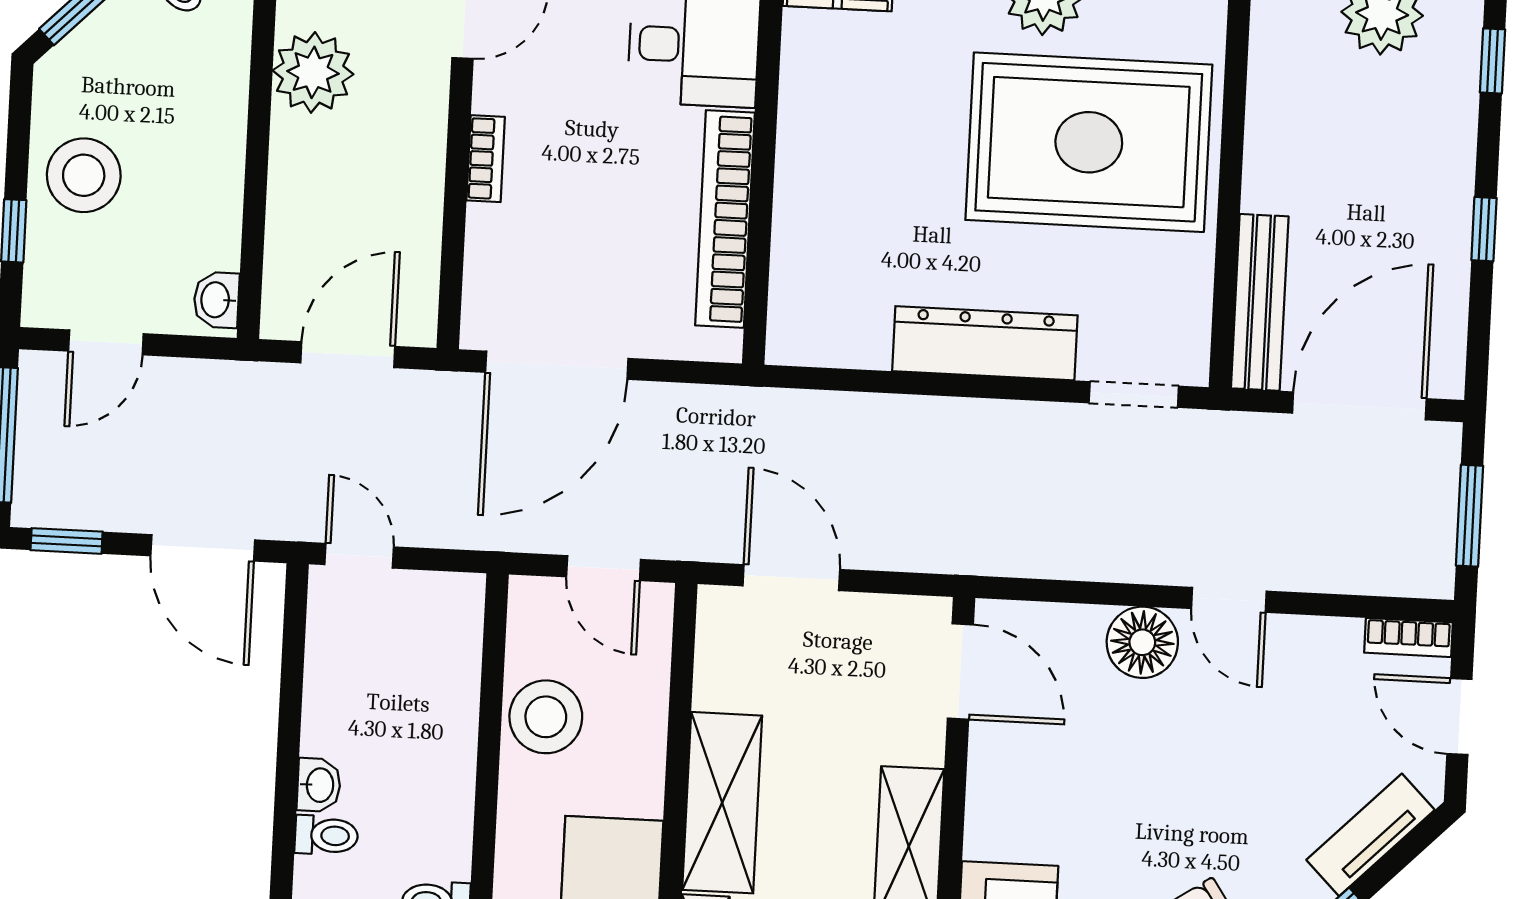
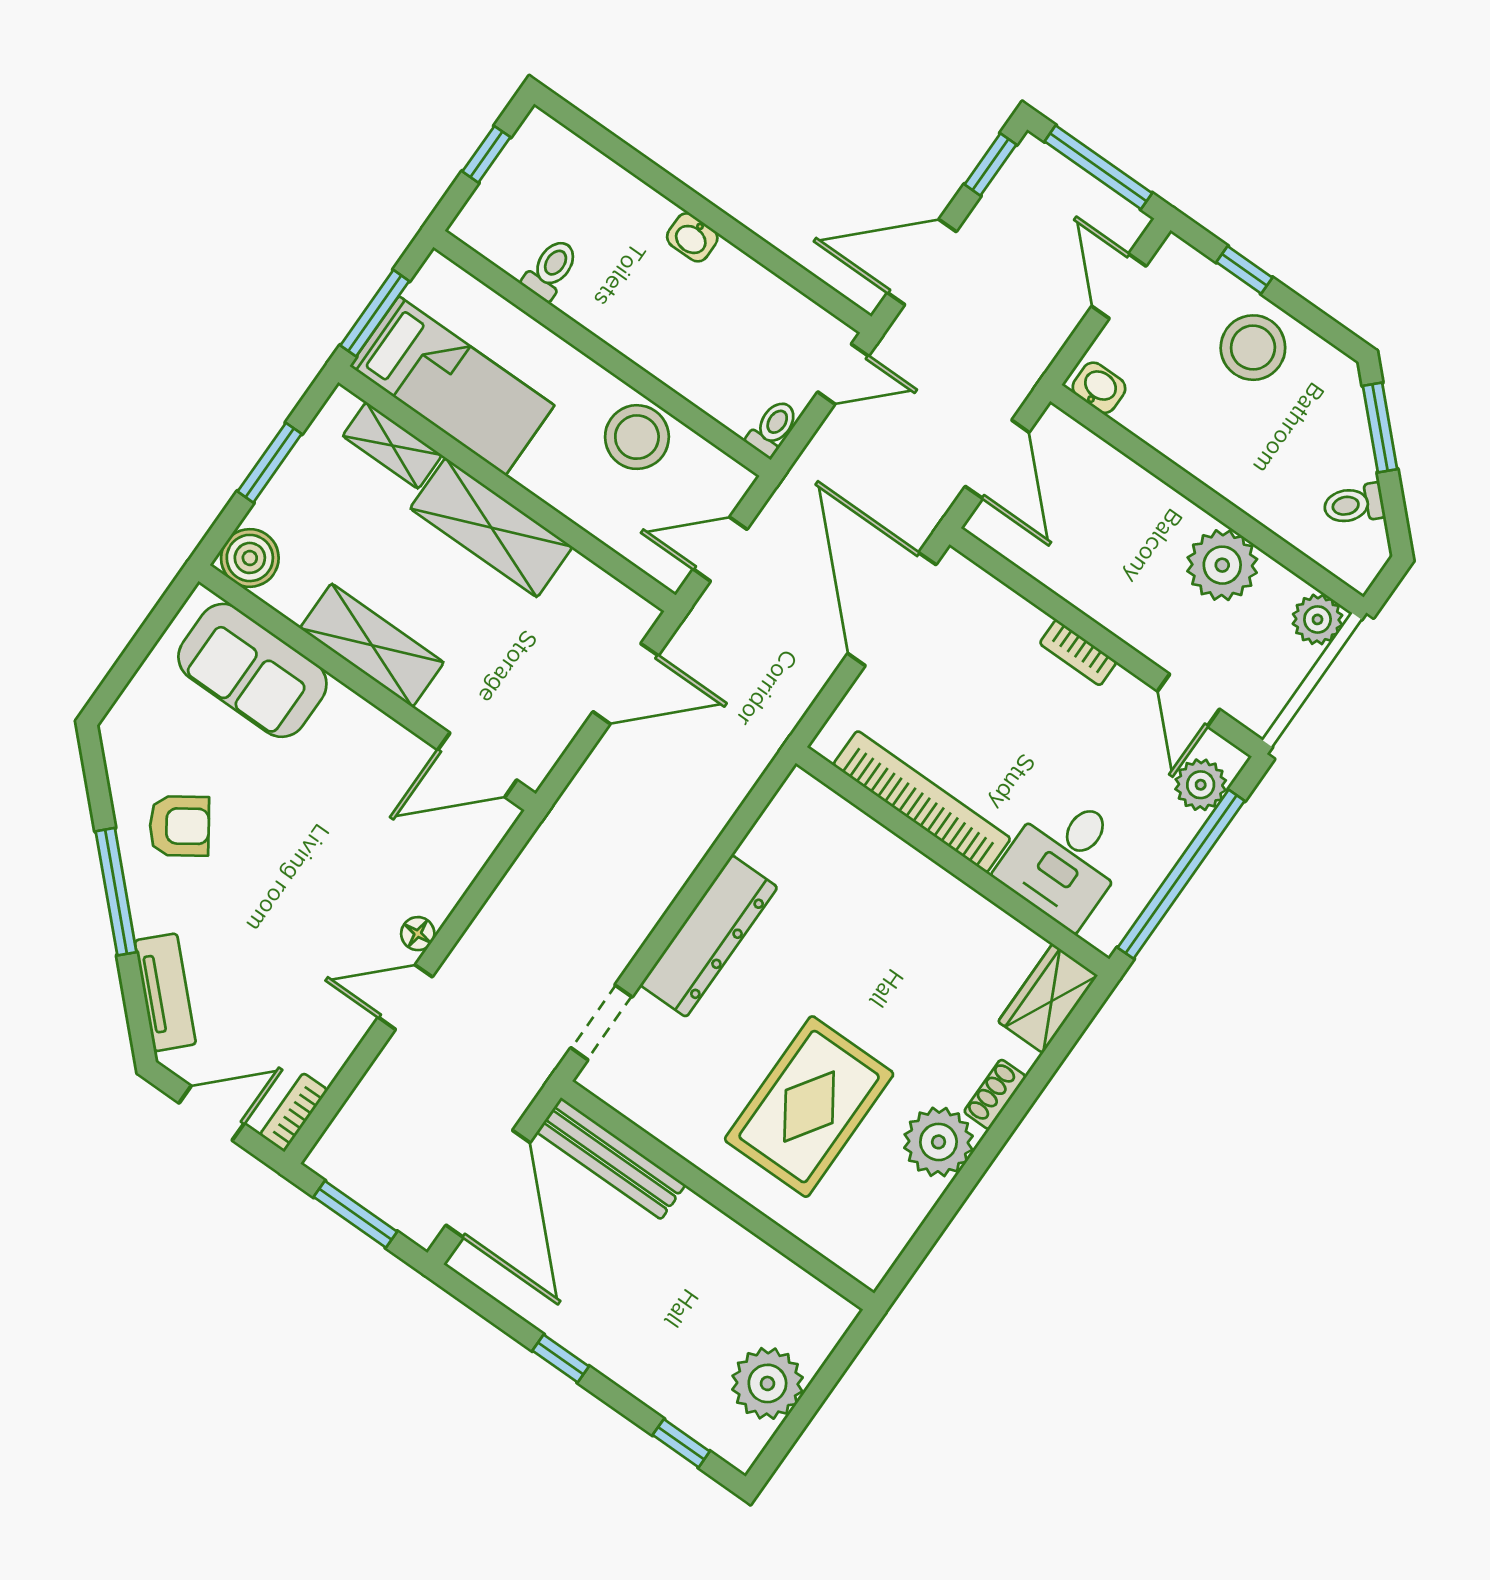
rug: (1089, 142) -> (809, 1107), width x0.73, depth x0.69
floor lamp: (1142, 642) -> (418, 934), width x0.53, depth x0.53
toilet: (326, 835) -> (773, 428), moved, turned 180

